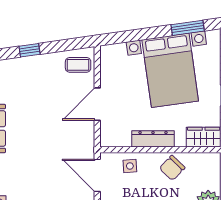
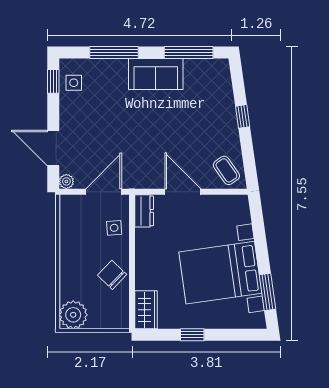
coffee table: (78, 65) -> (226, 170), turned -35
dresser: (153, 139) -> (144, 211), moved, width x0.70

